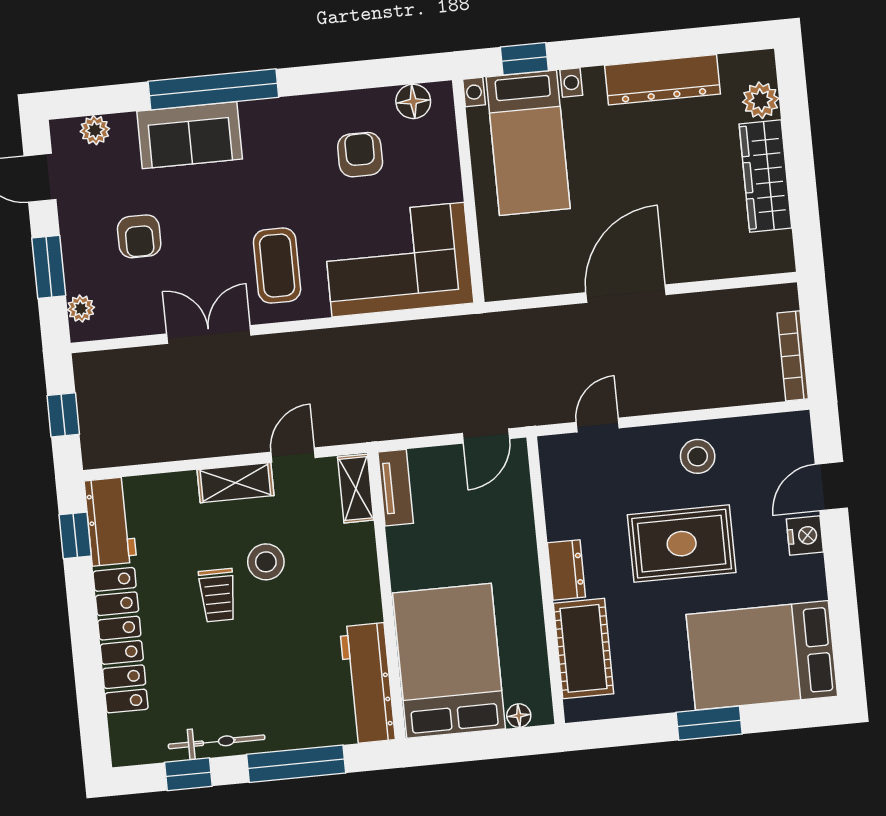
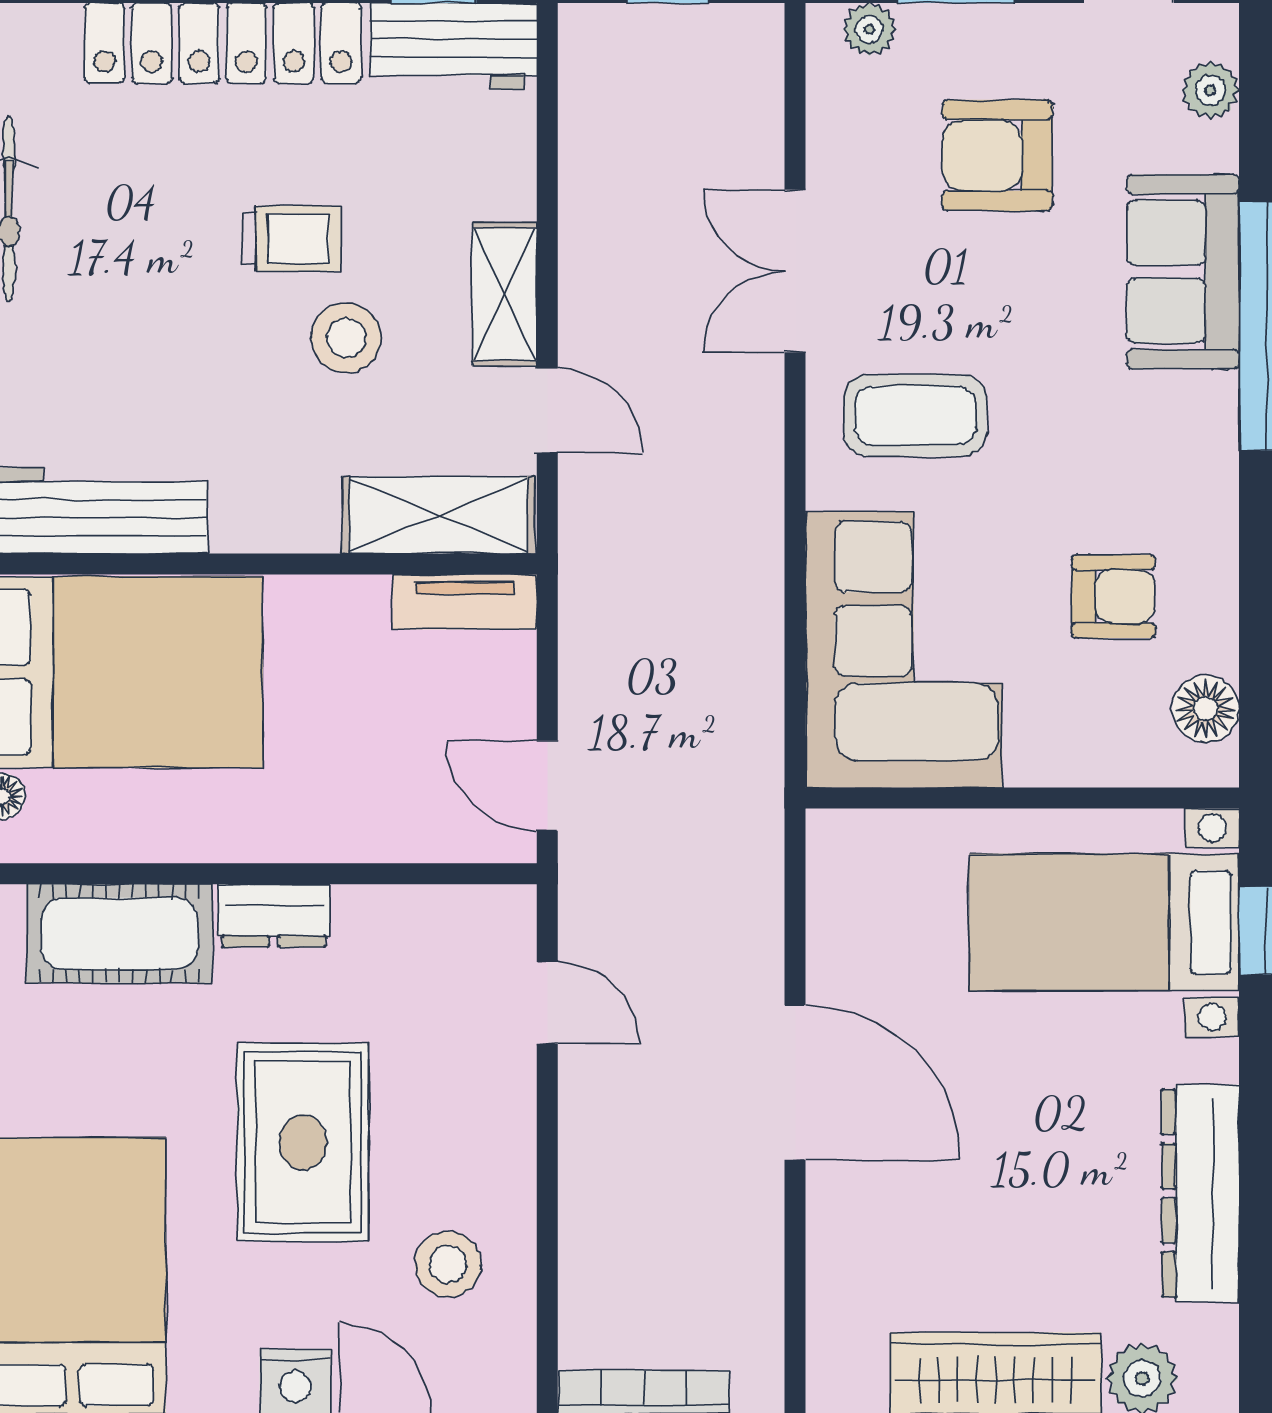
armchair: (139, 236) -> (998, 155), width x1.38, depth x1.38
double door: (209, 335) -> (795, 271), swing flipped
stool: (698, 456) -> (448, 1264), moved
shelving: (356, 489) -> (438, 515), width x1.50, depth x1.33
trolley: (218, 595) -> (291, 238), turned 180

